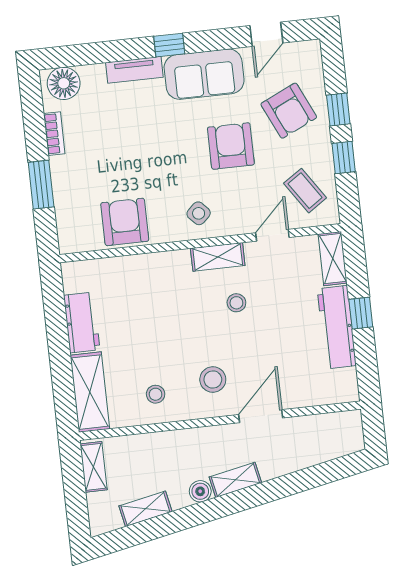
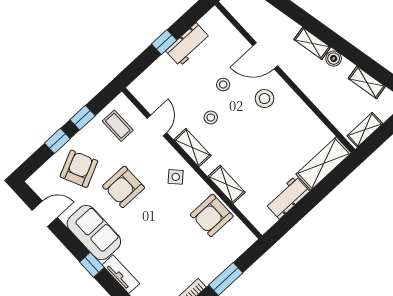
coffee table: (305, 191) -> (118, 126), turned -56
door: (272, 235) -> (157, 125), swing flipped
shelving: (333, 259) -> (227, 184), moved, turned 90
workbench: (337, 327) -> (188, 45), width x0.73
stool: (156, 394) -> (223, 85), moved

